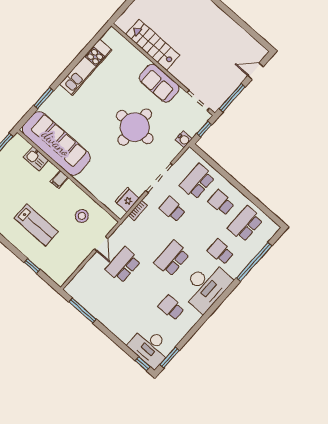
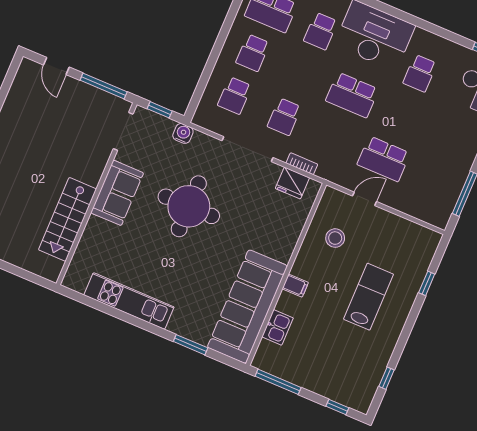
school desk: (197, 181) -> (235, 96), width x0.54

